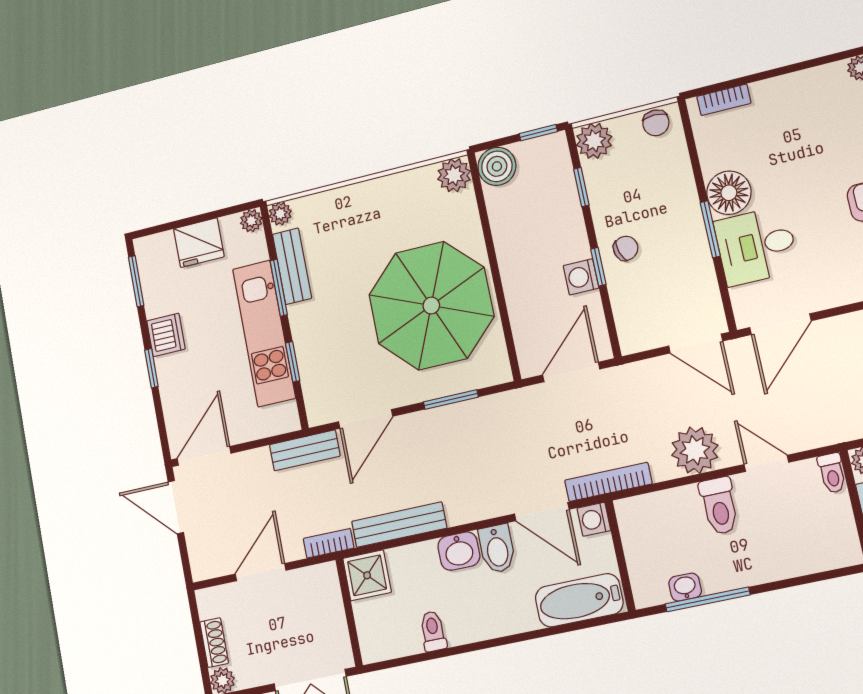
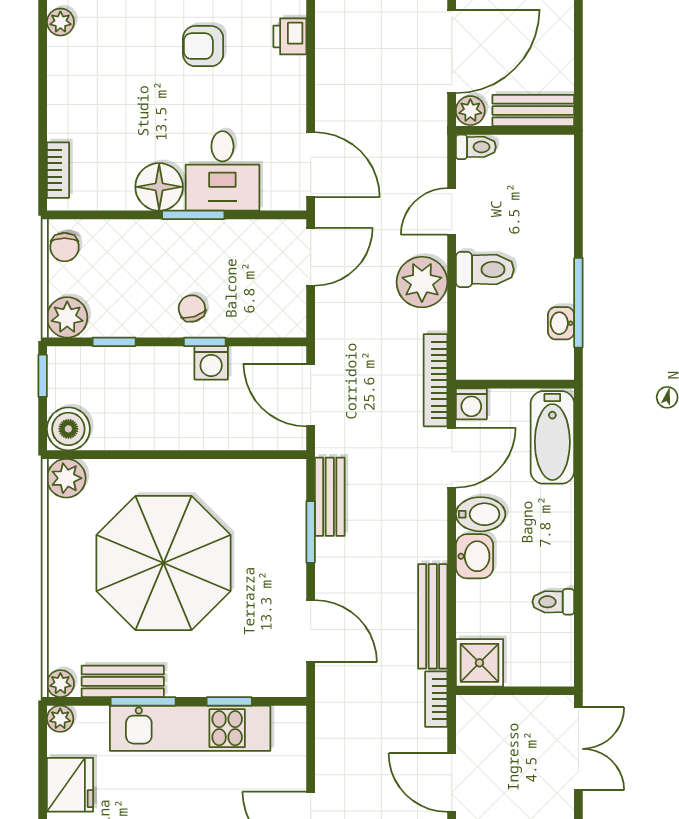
chair: (656, 123) -> (65, 247), turned 90
parasol: (431, 306) -> (164, 563), moved
bench: (305, 450) -> (330, 497), moved

